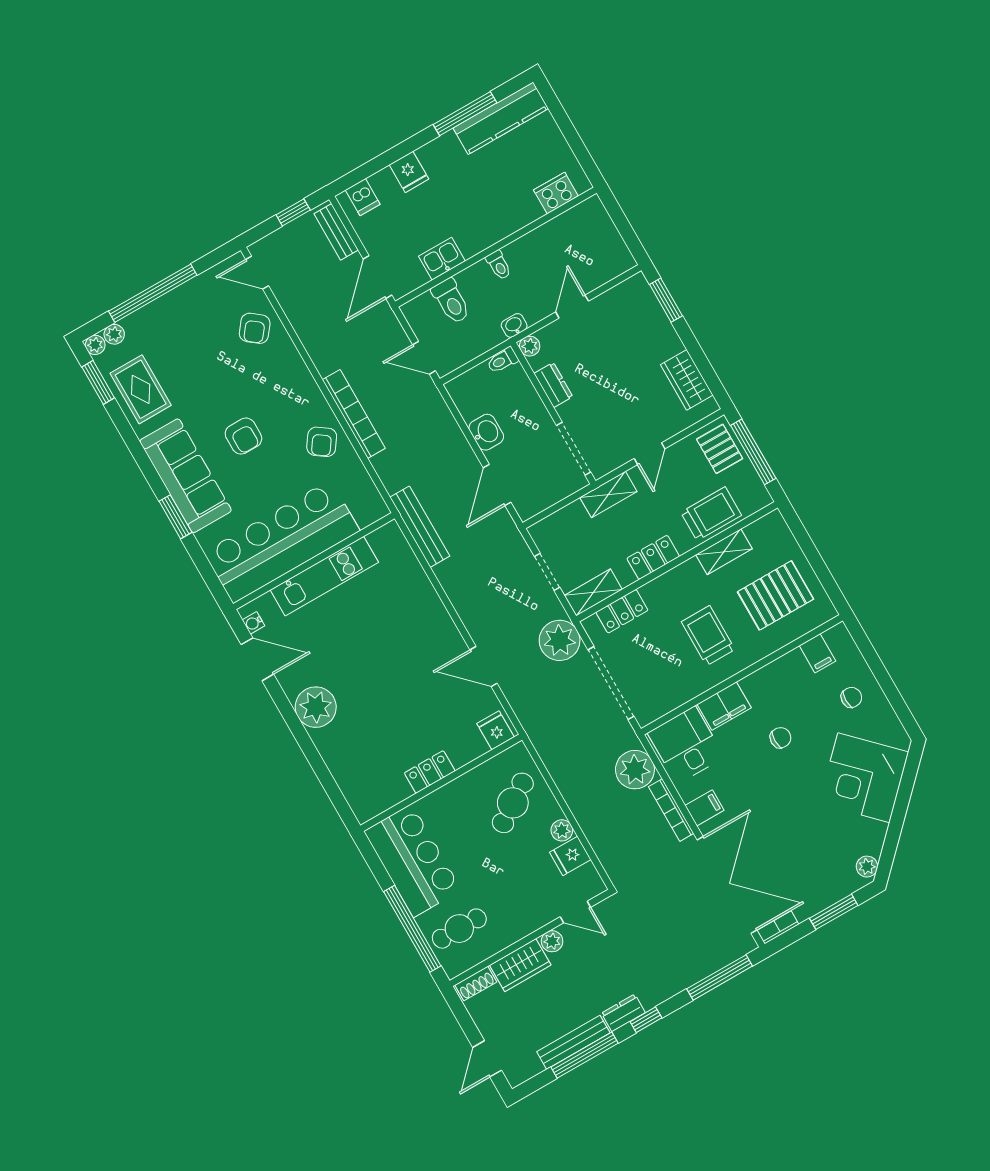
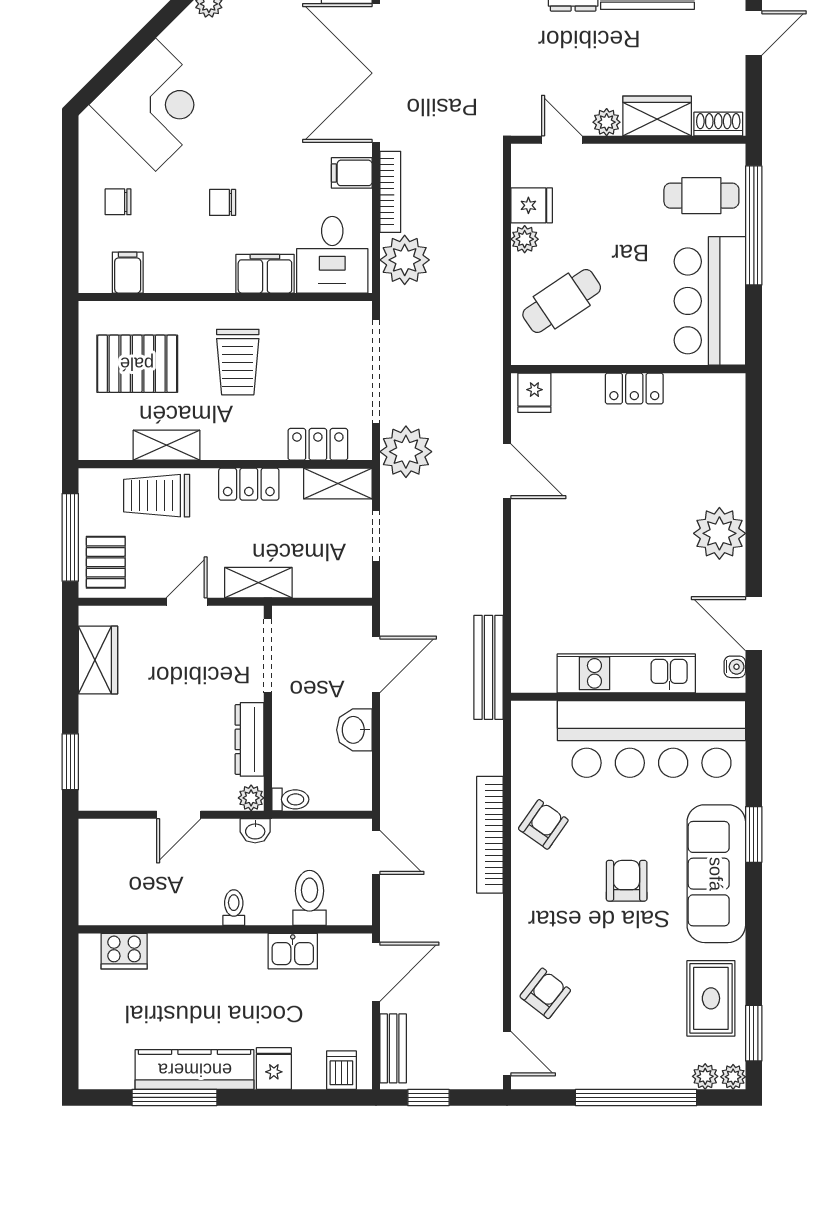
kitchen counter: (501, 118) -> (195, 1070), moved
dresser: (553, 385) -> (250, 739), width x1.44

